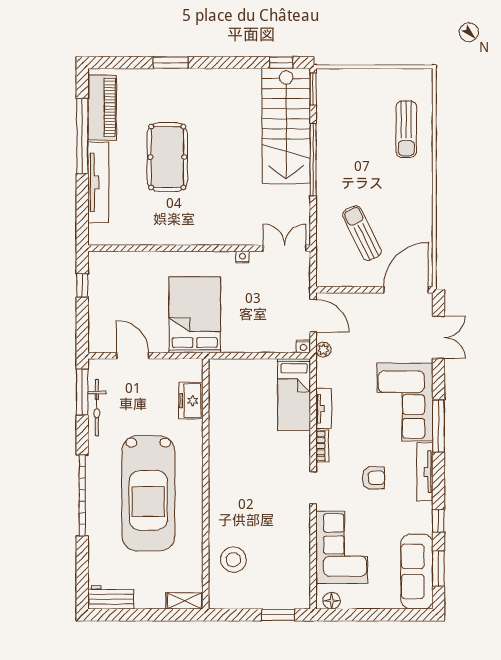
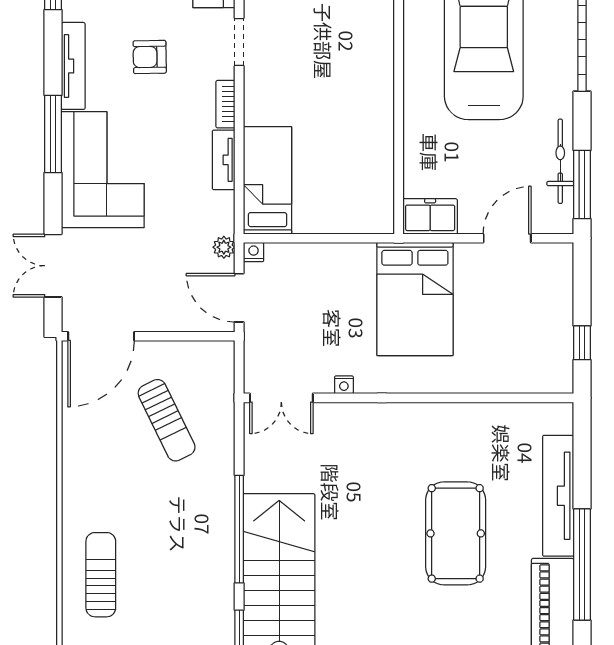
door: (133, 356) -> (507, 238), swing flipped
freezer: (191, 401) -> (430, 216), moved, turned -90

